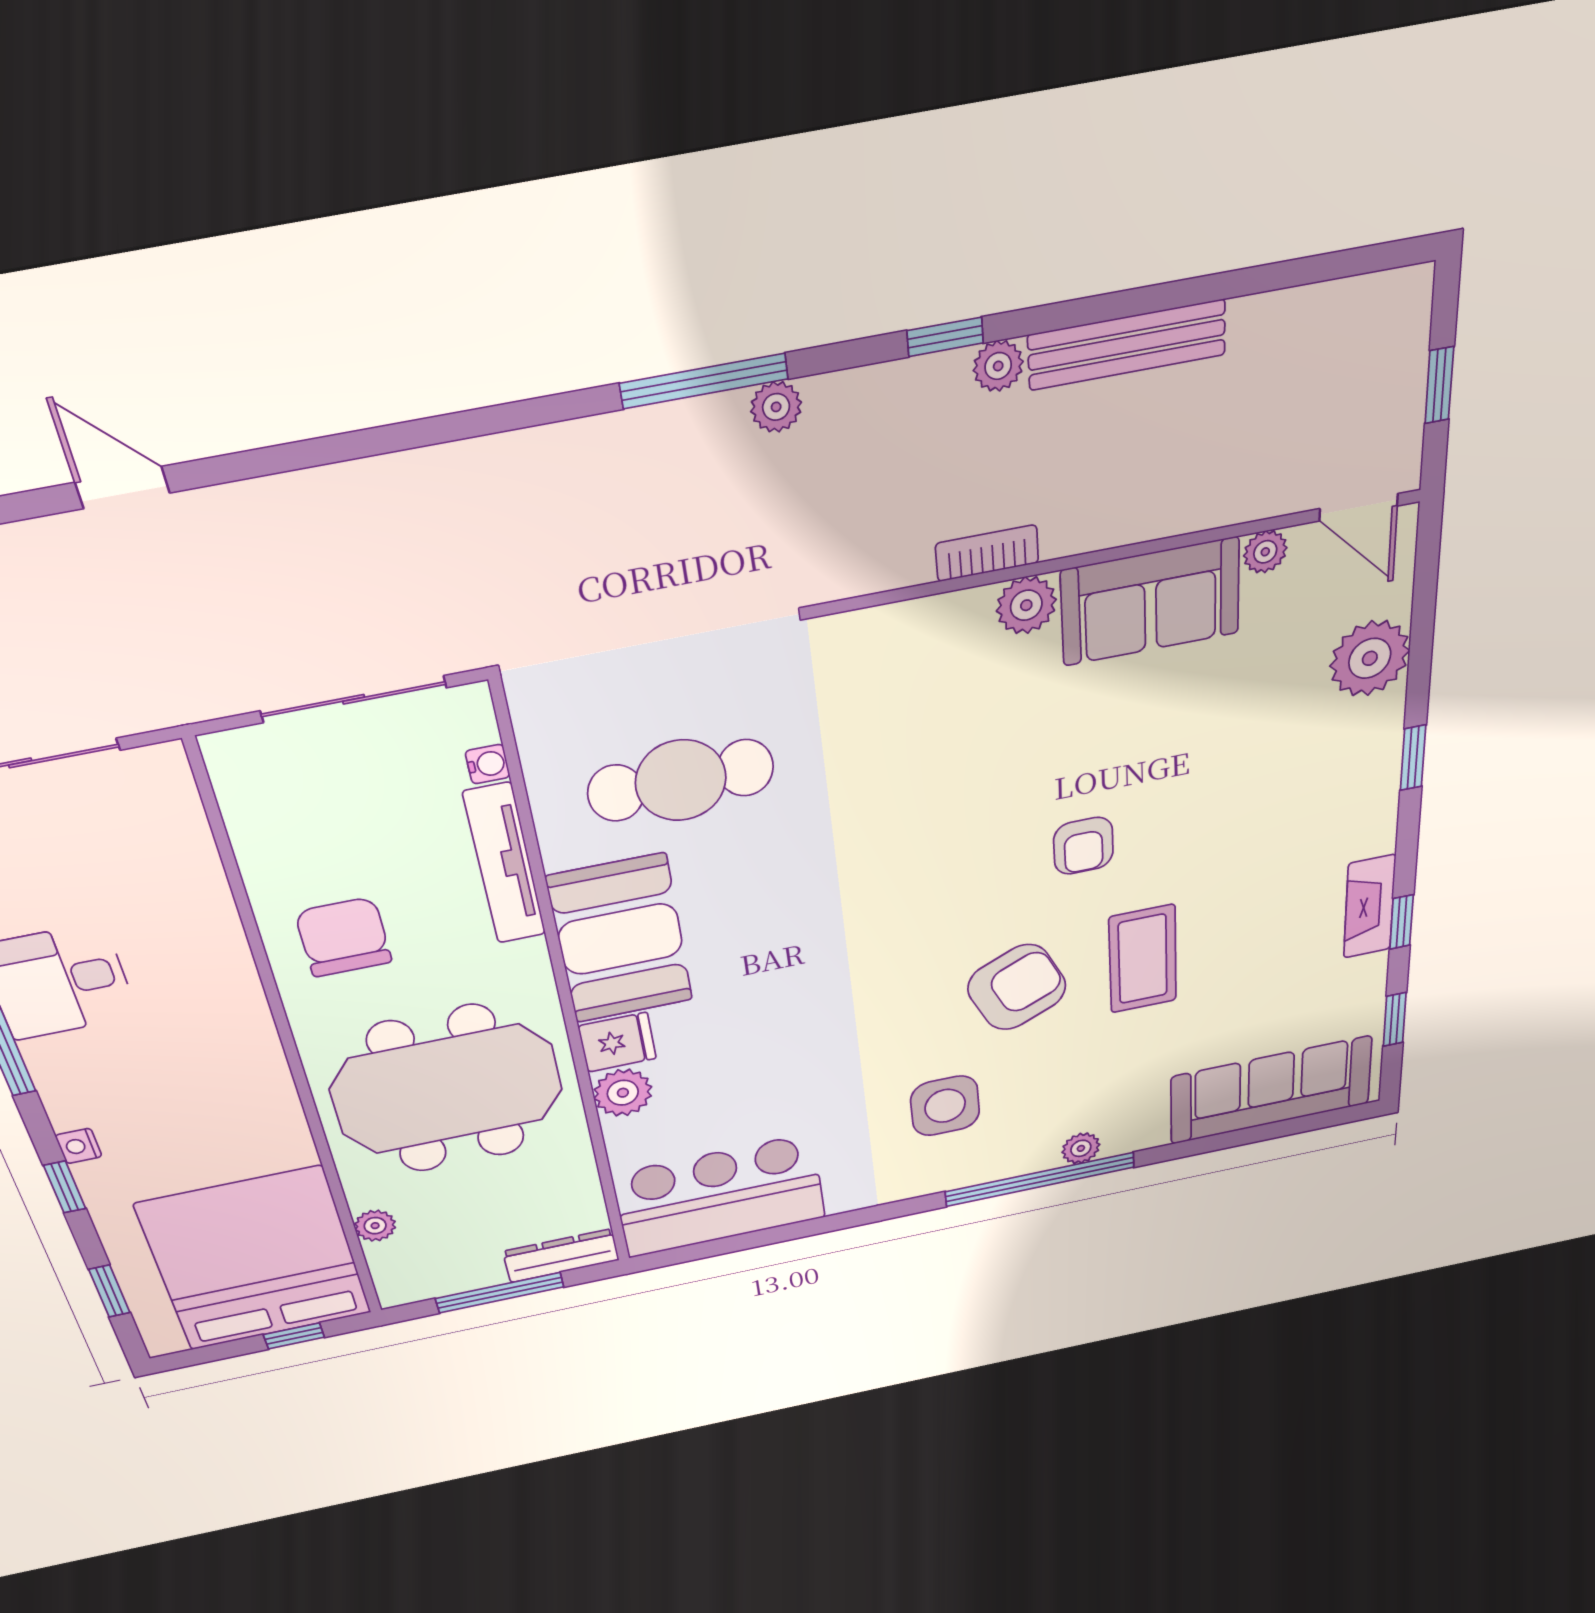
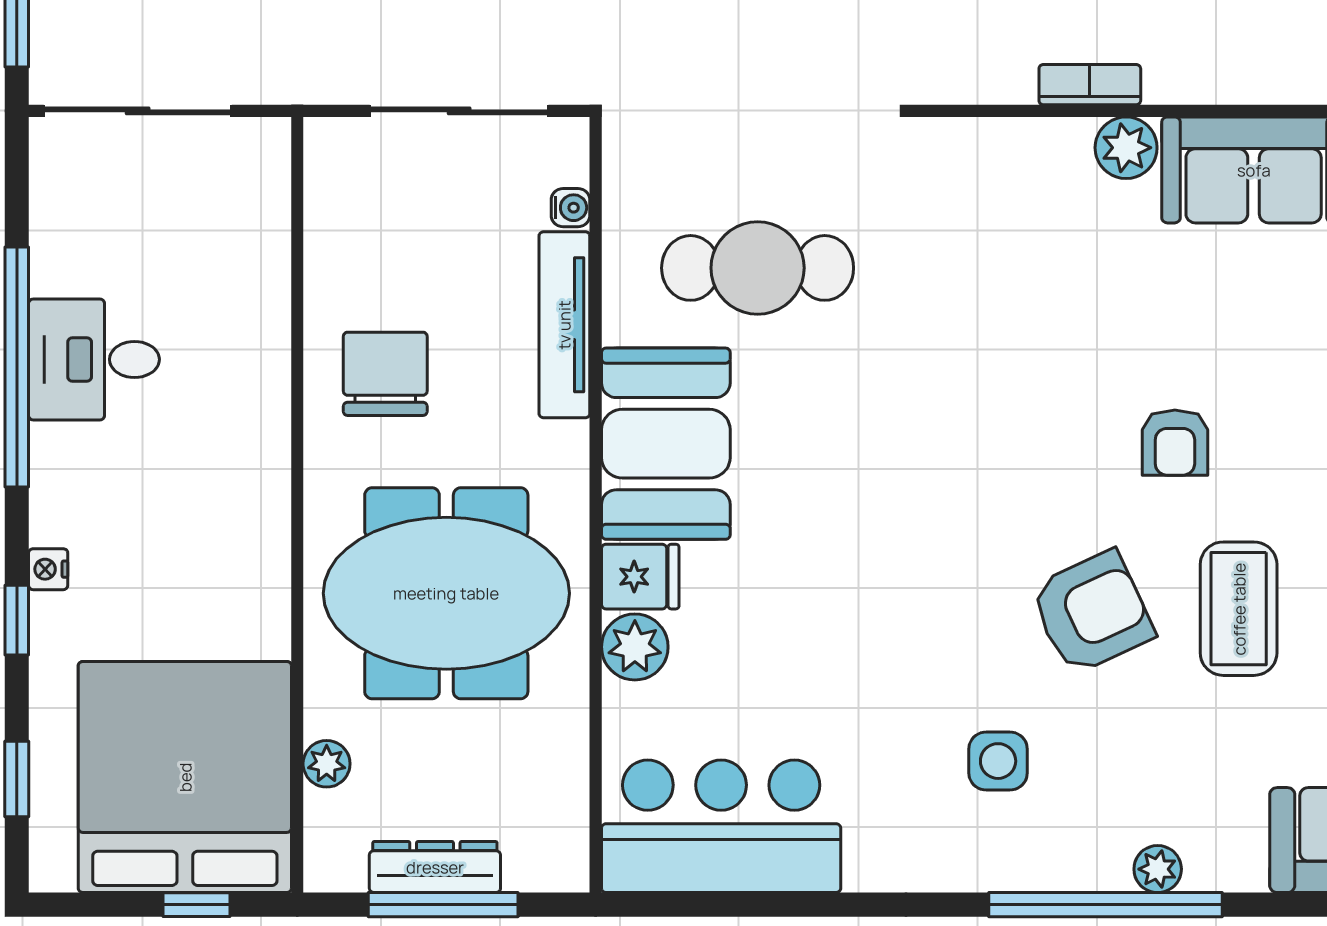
side table: (945, 1106) -> (998, 761), width x0.73, depth x0.73
dresser: (561, 1256) -> (435, 867), moved

